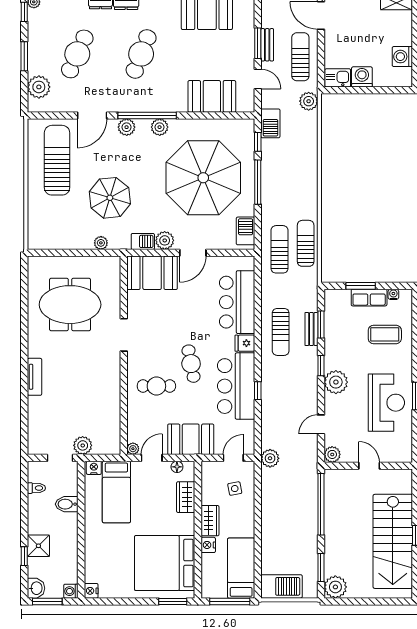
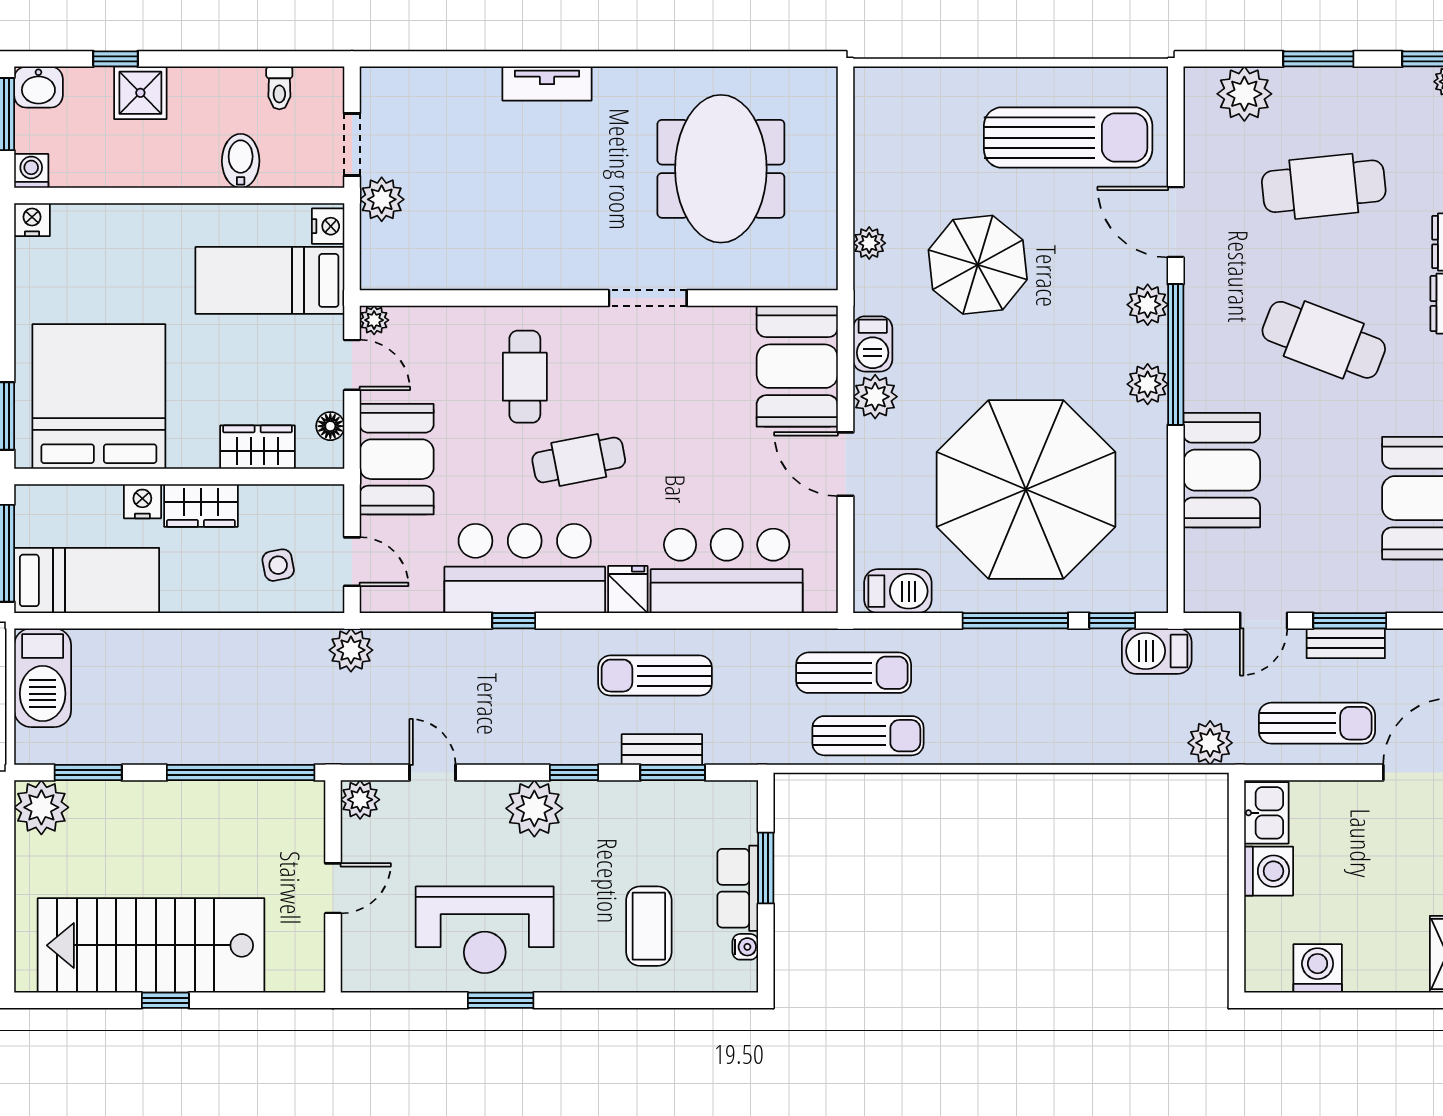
cafe table: (77, 54) -> (1324, 186), turned -30
booth: (212, 96) -> (1222, 470), moved

